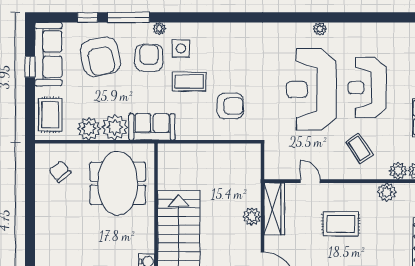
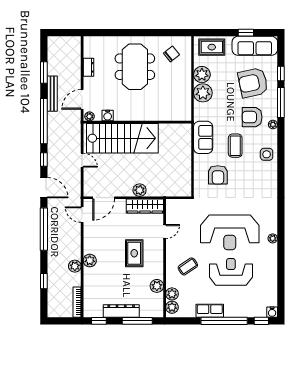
side table: (181, 48) -> (267, 154), moved
armchair: (149, 58) -> (252, 117), turned 180
reception desk: (311, 89) -> (230, 232), turned 180
sofa: (152, 127) -> (203, 137), moved
meeting table: (118, 183) -> (135, 67), moved, turned 90

